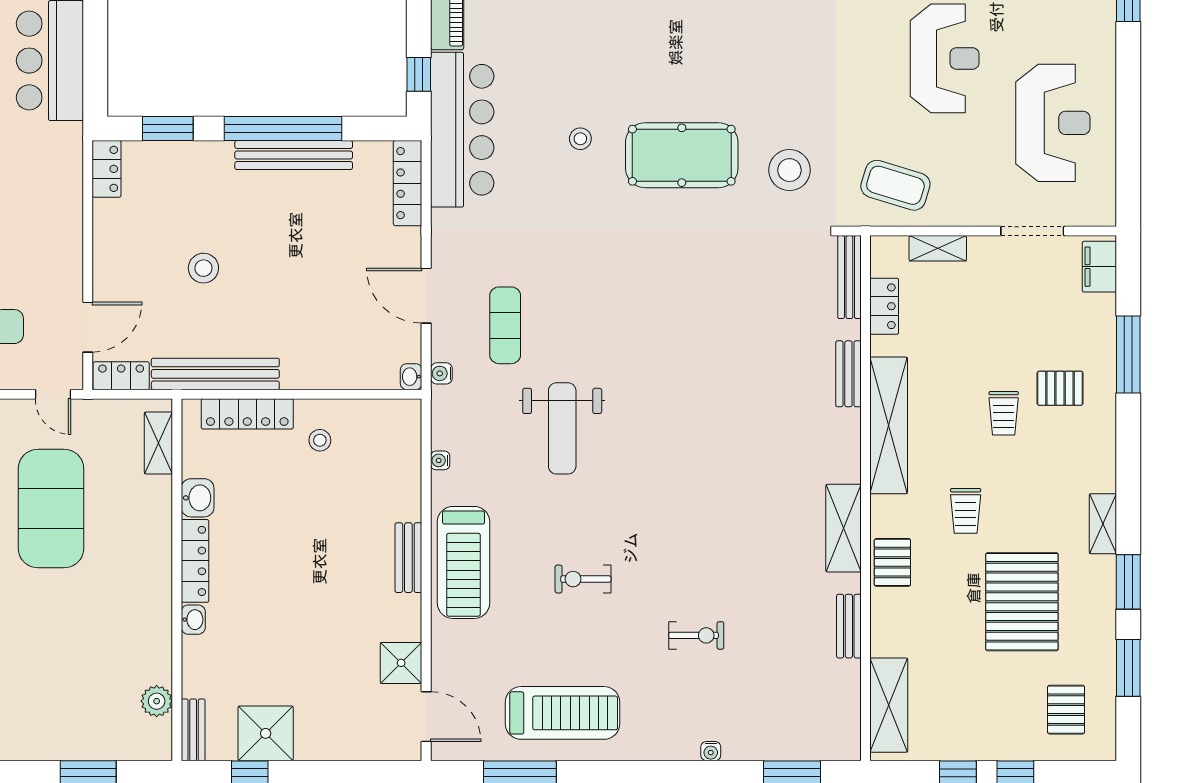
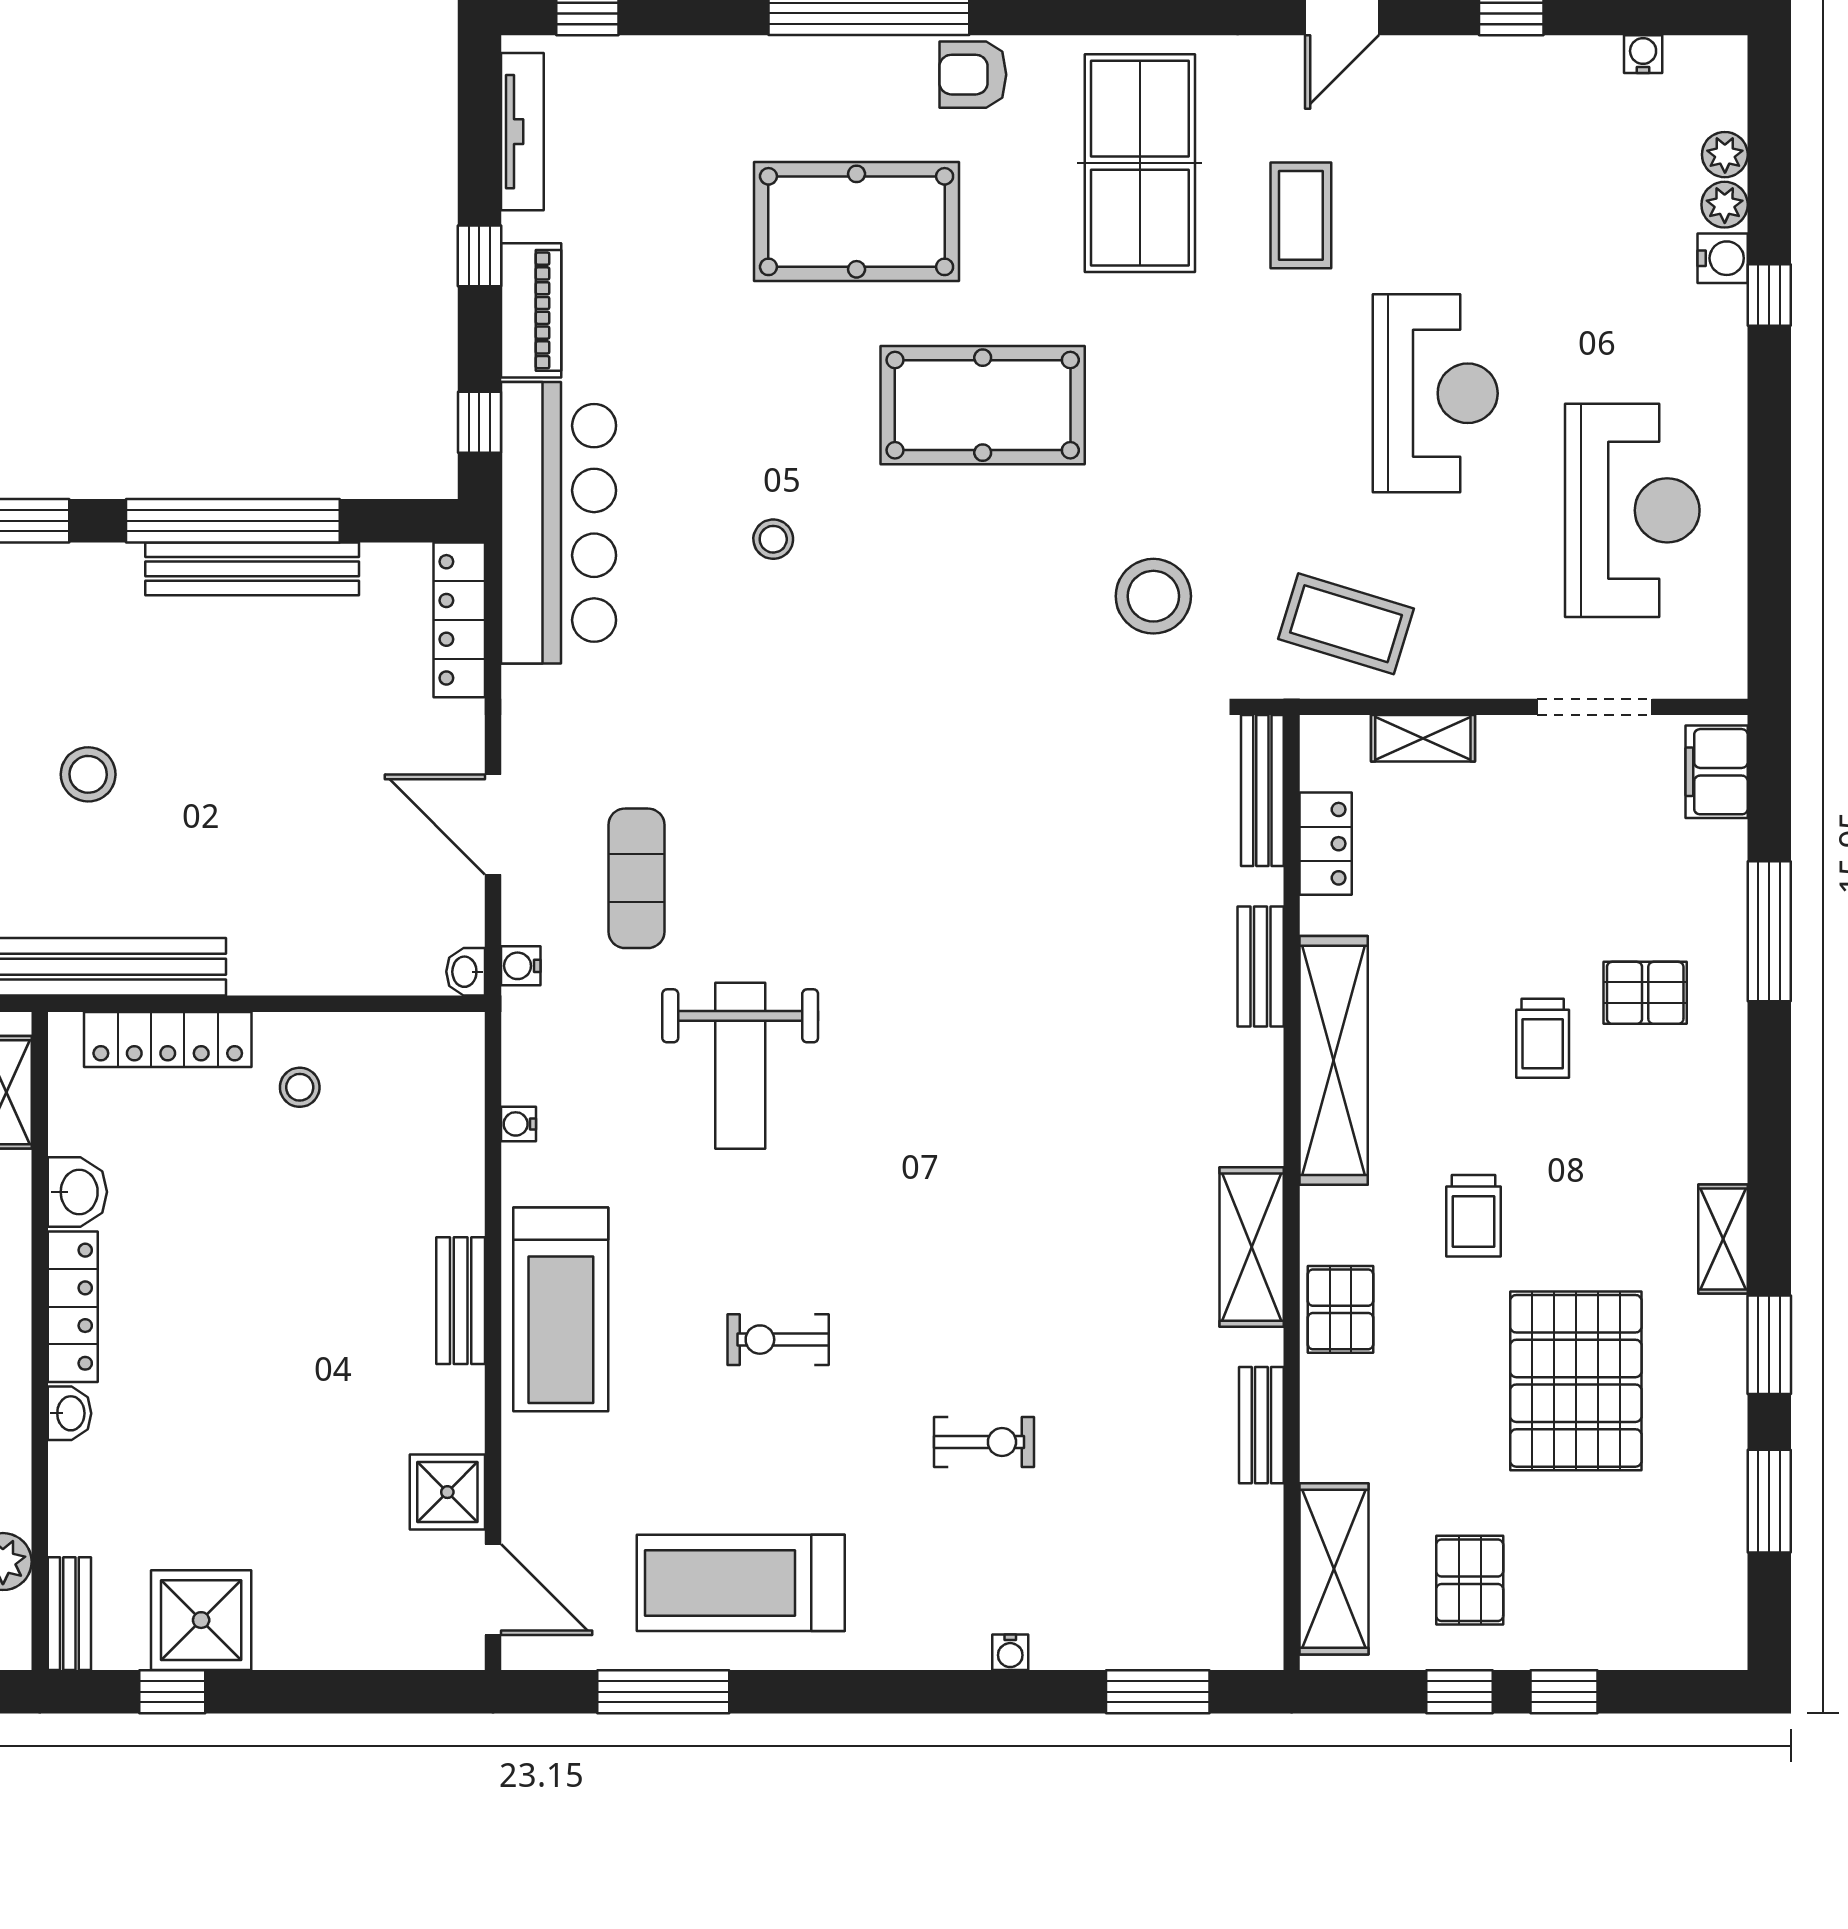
pool table: (682, 155) -> (983, 405), moved
pallet: (1066, 710) -> (1470, 1580), moved
treadmill: (563, 713) -> (741, 1583), turned 180

